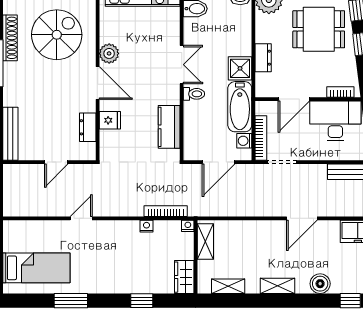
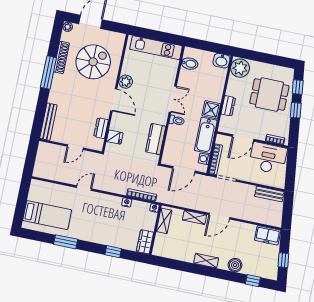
fridge: (110, 120) -> (115, 137), moved
door: (302, 218) -> (219, 216), moved
shelving: (228, 286) -> (195, 217), moved

